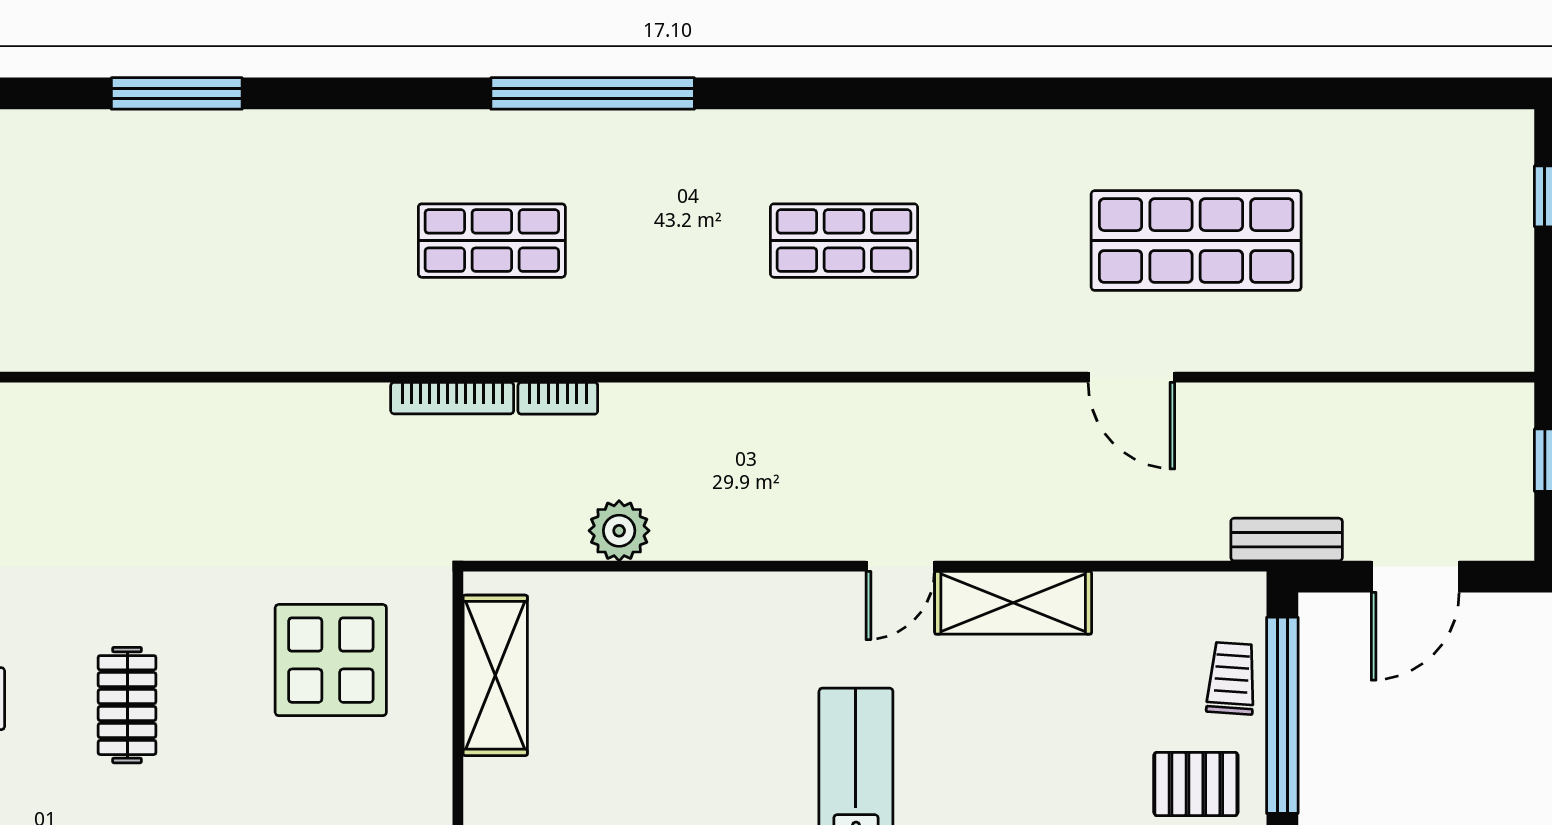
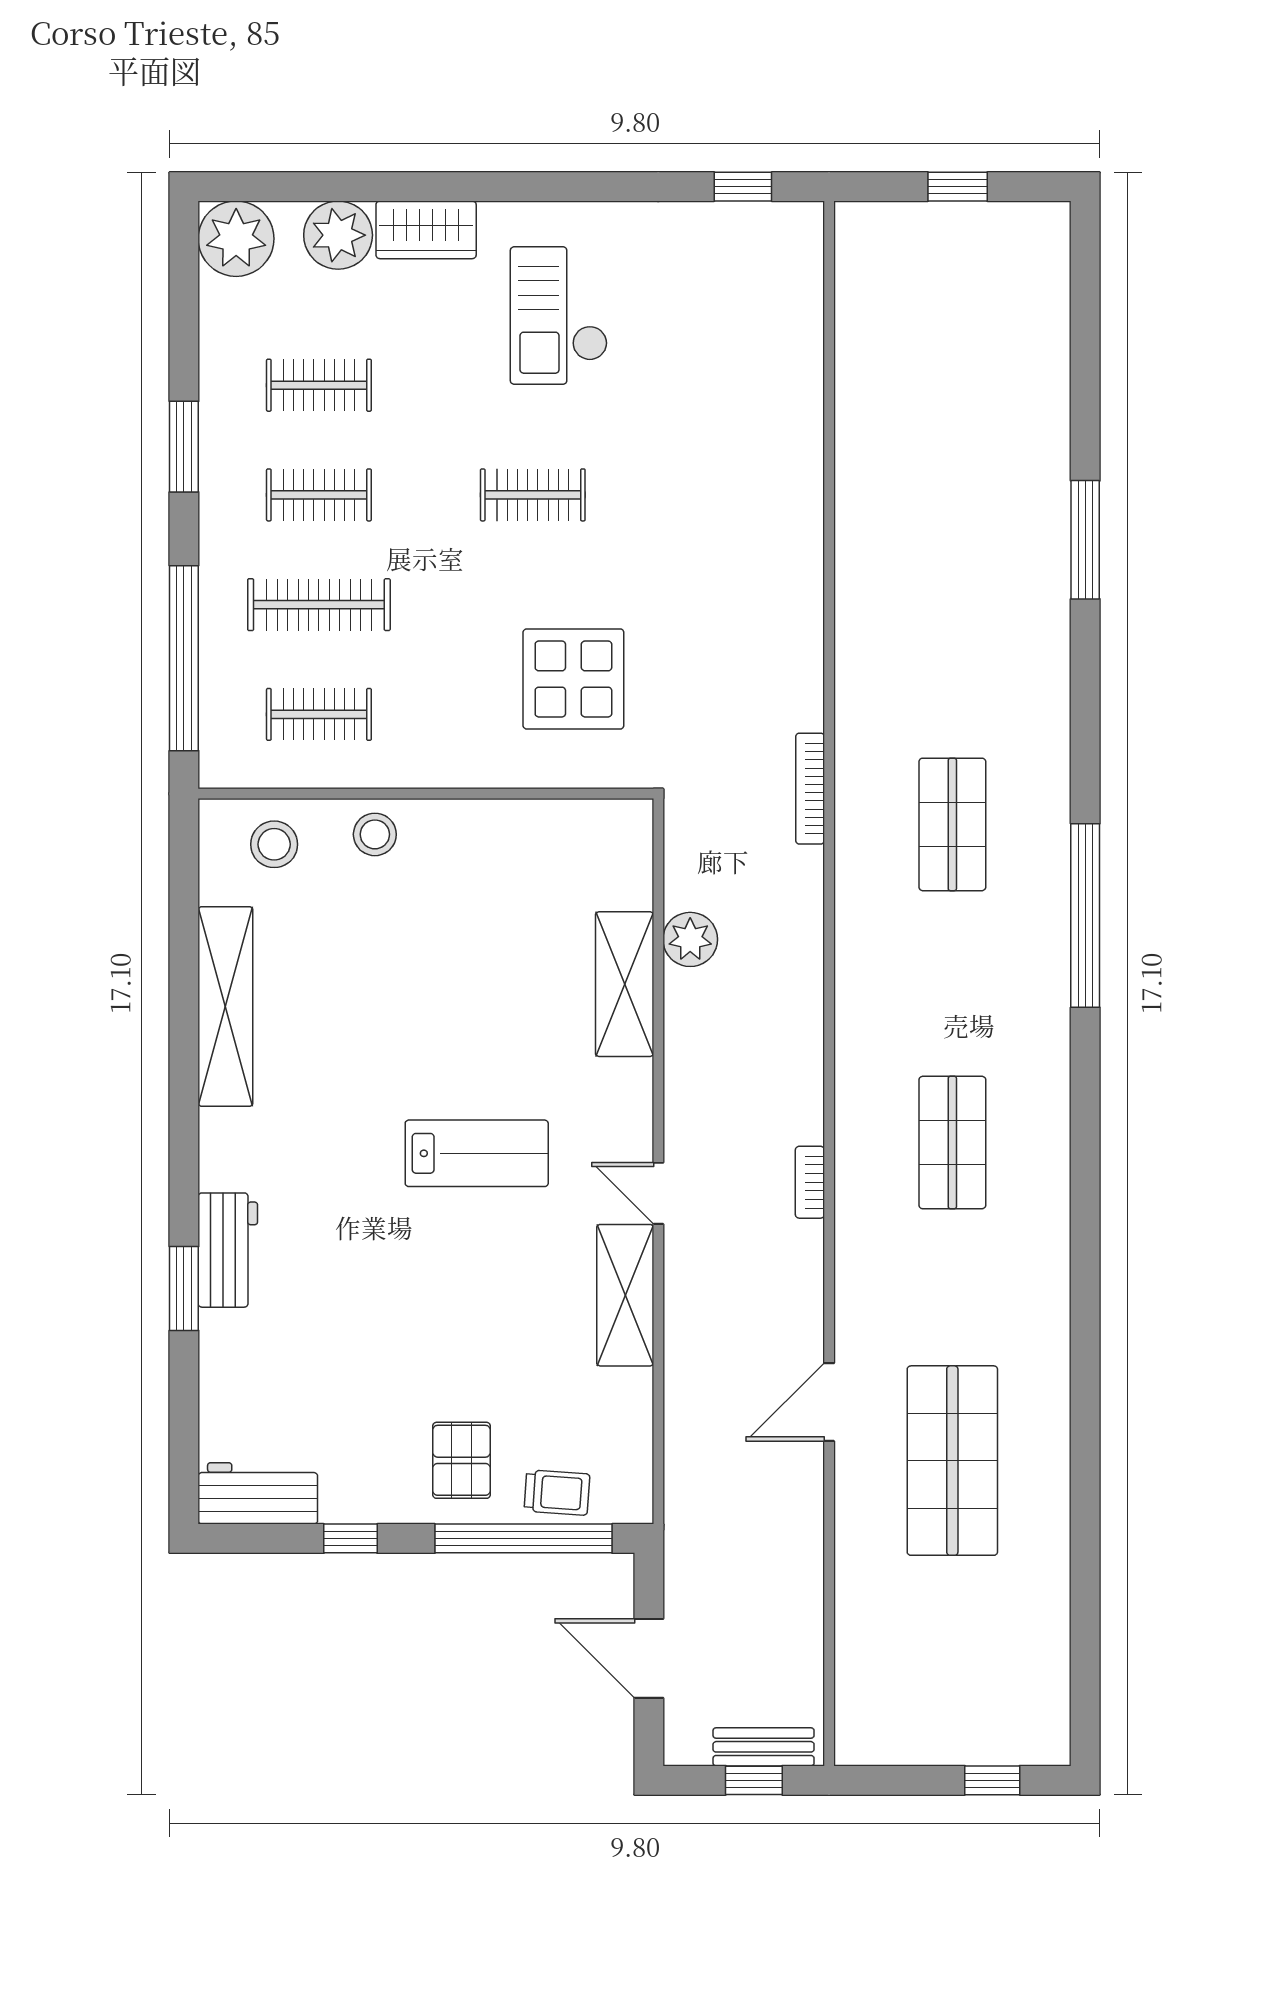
bookcase: (558, 398) -> (810, 1182), moved
bench: (1287, 540) -> (764, 1747), moved, turned 90
shelving: (495, 675) -> (625, 984), moved, turned 90

